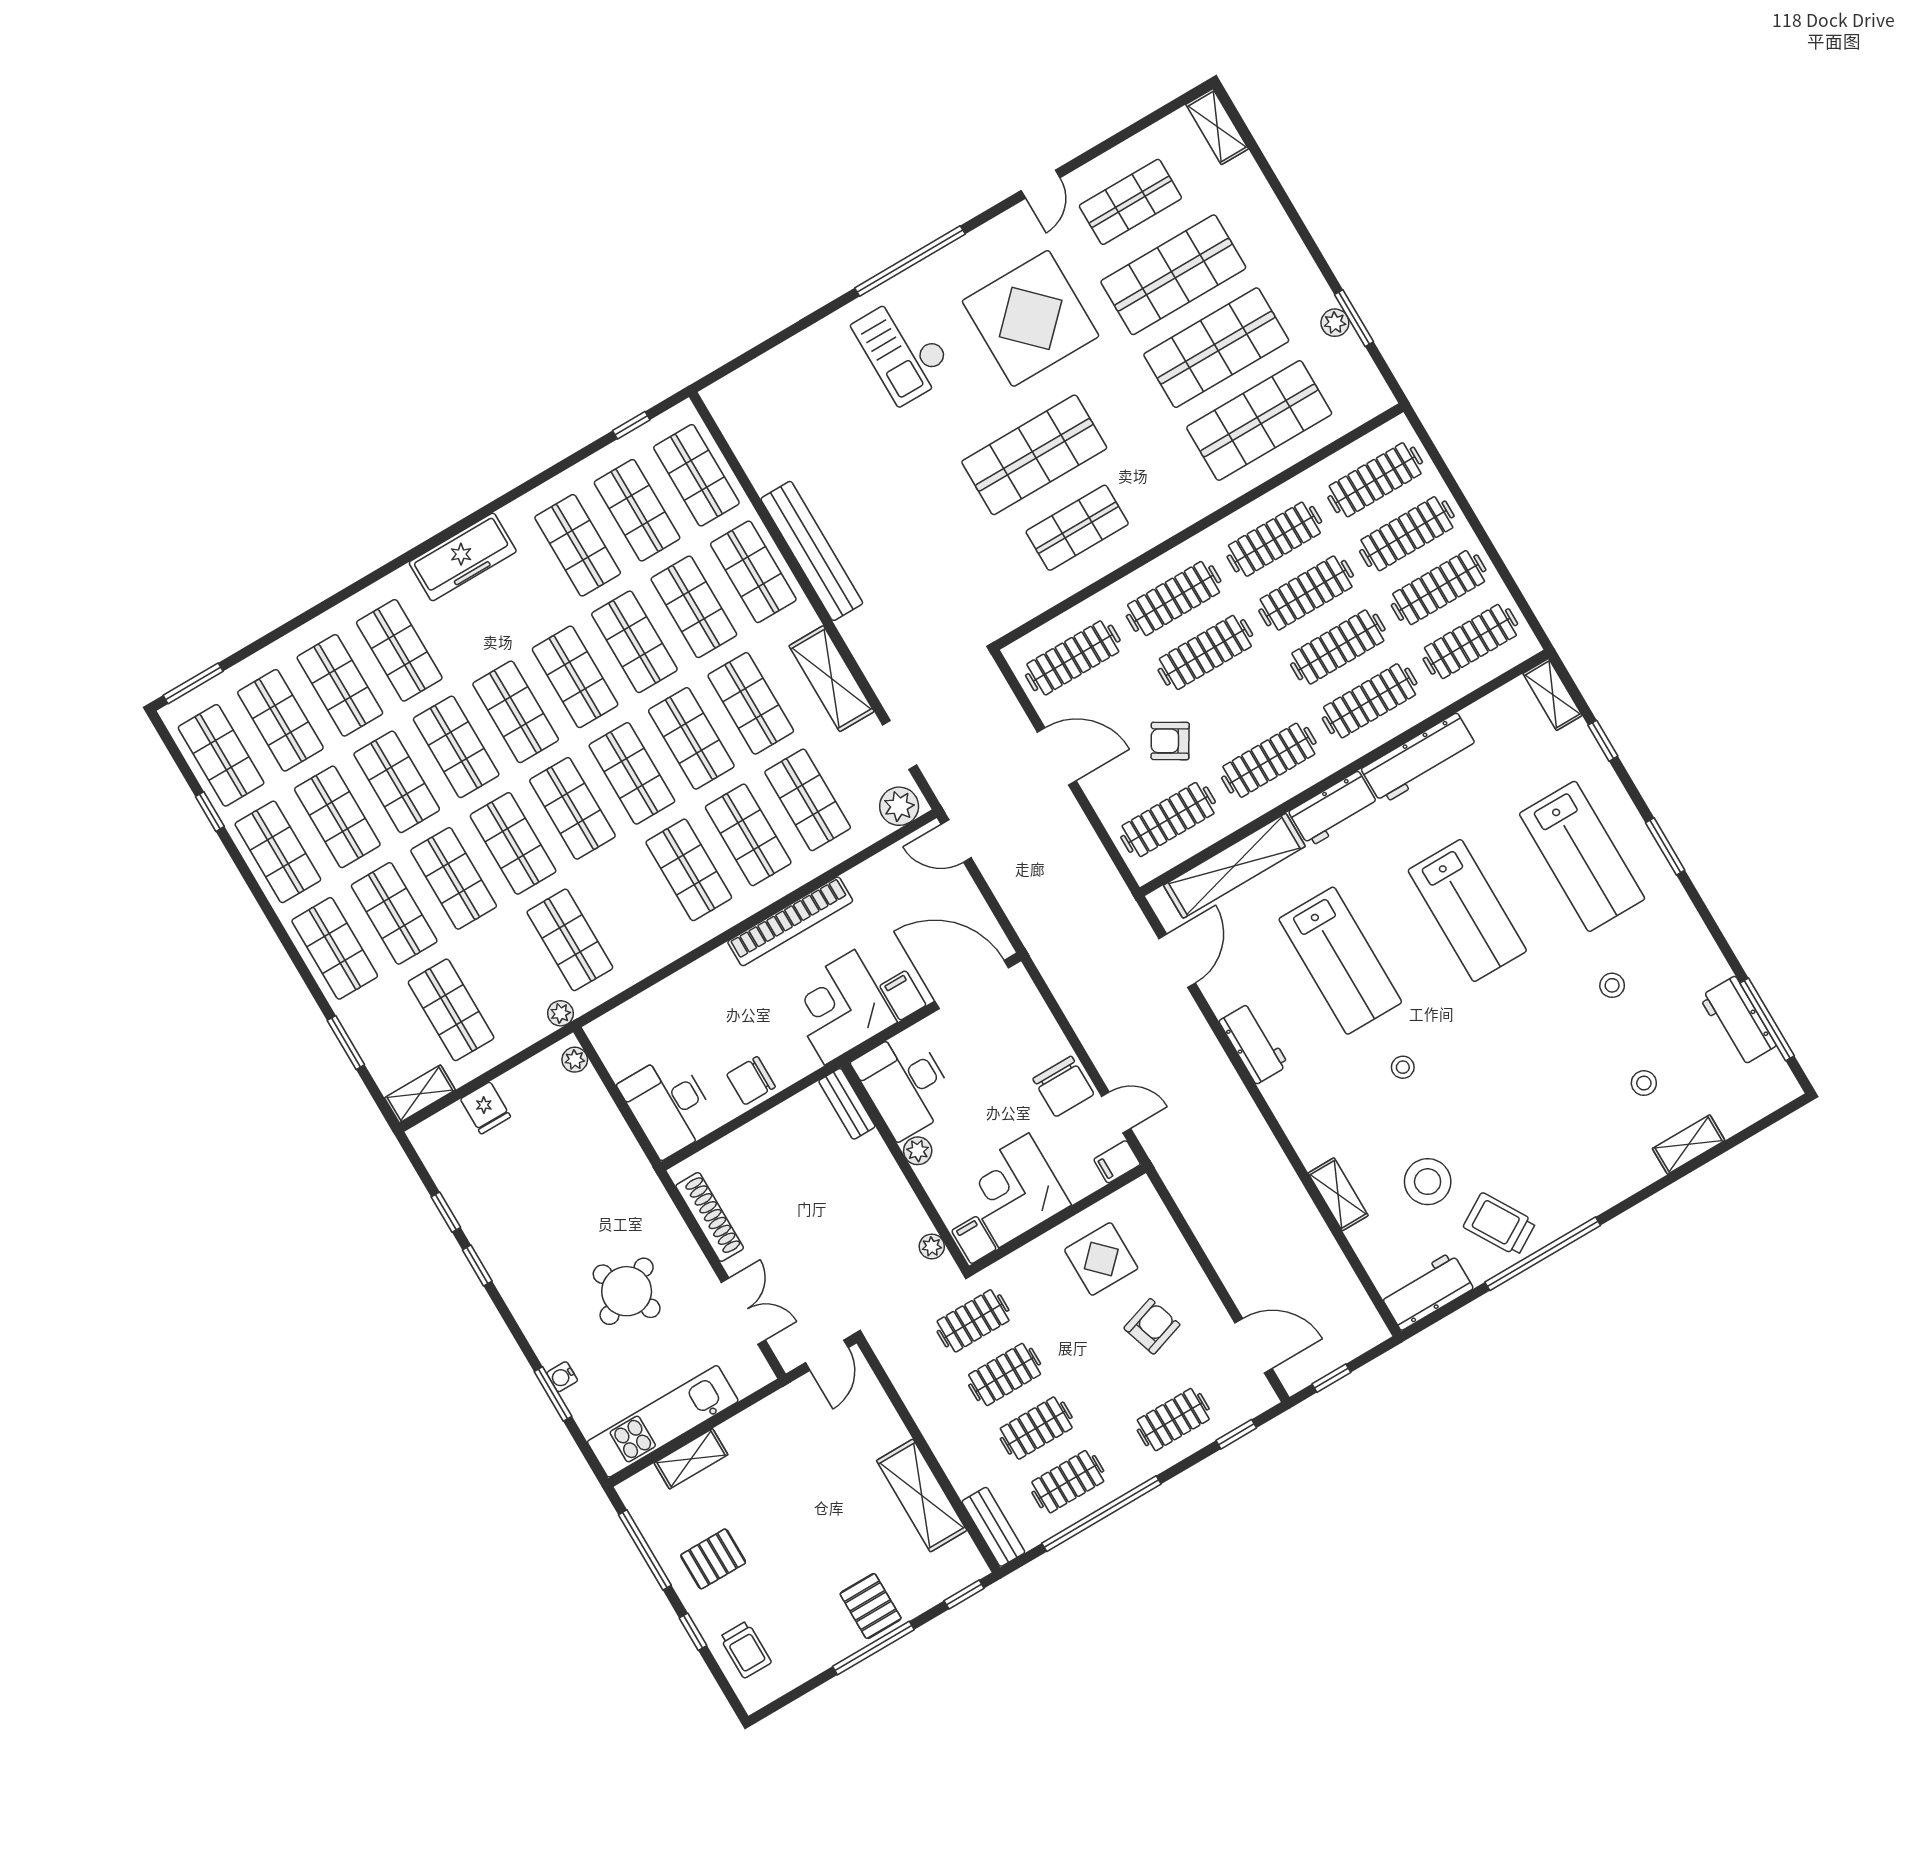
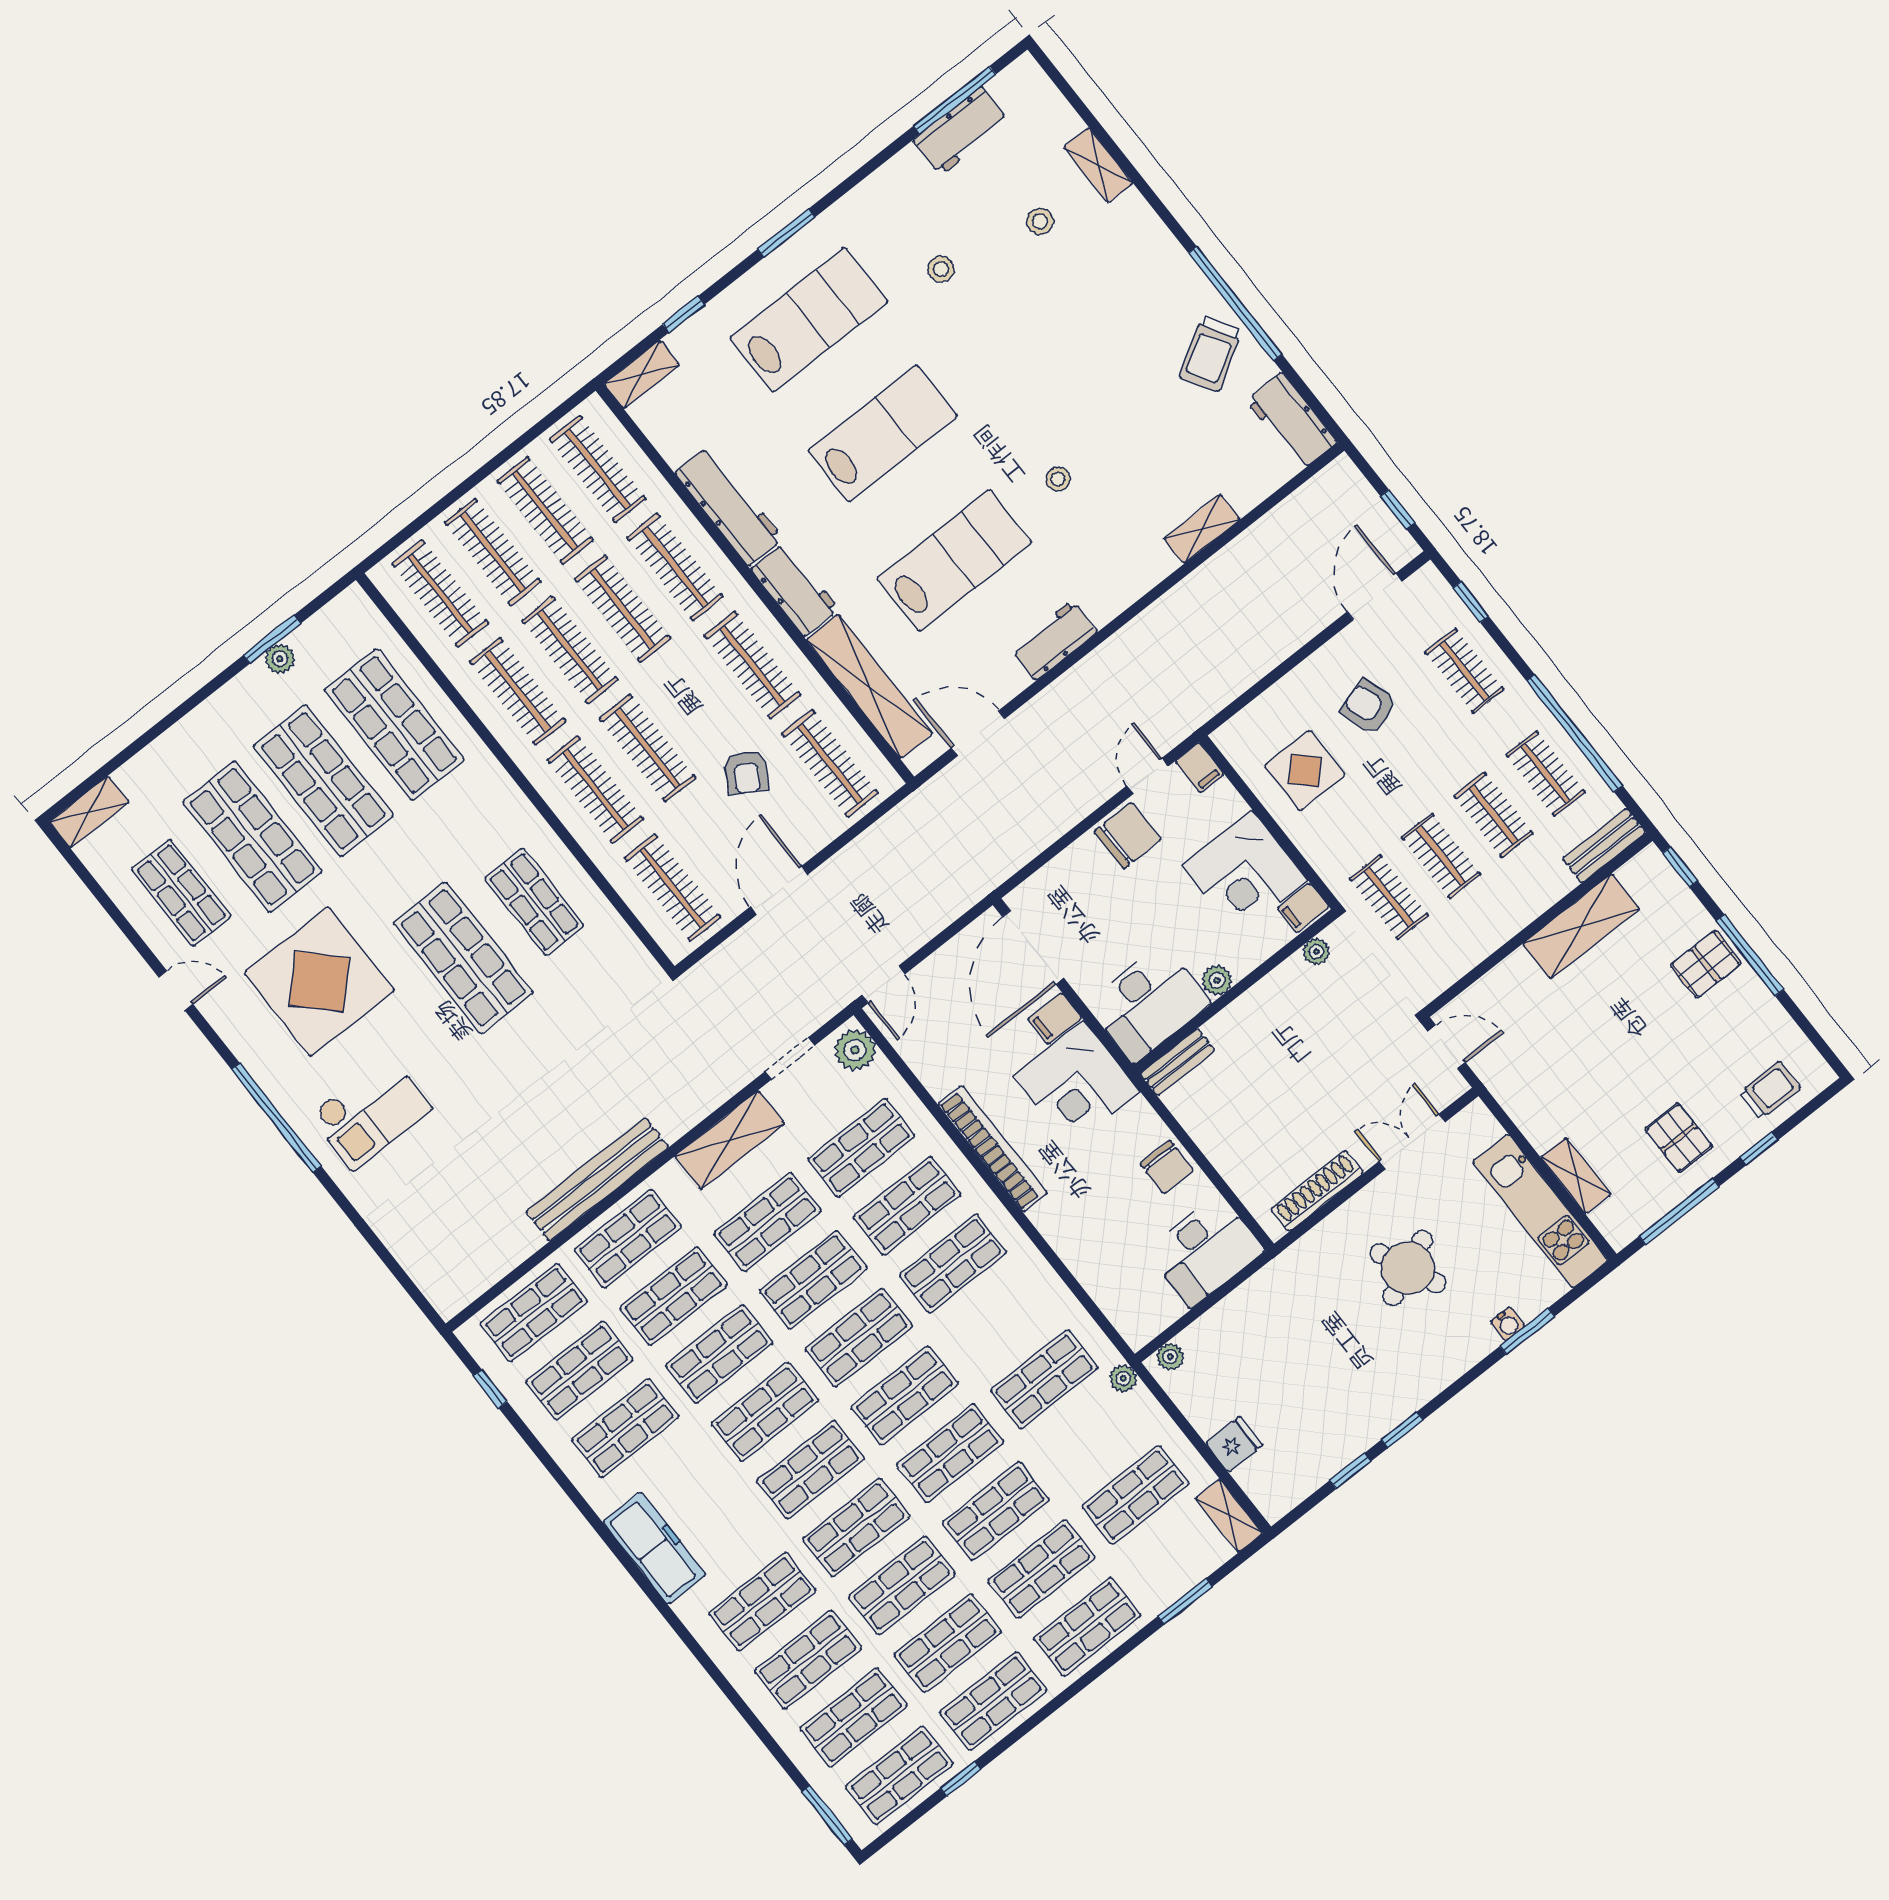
stool: (1428, 1182) -> (1176, 436), removed

